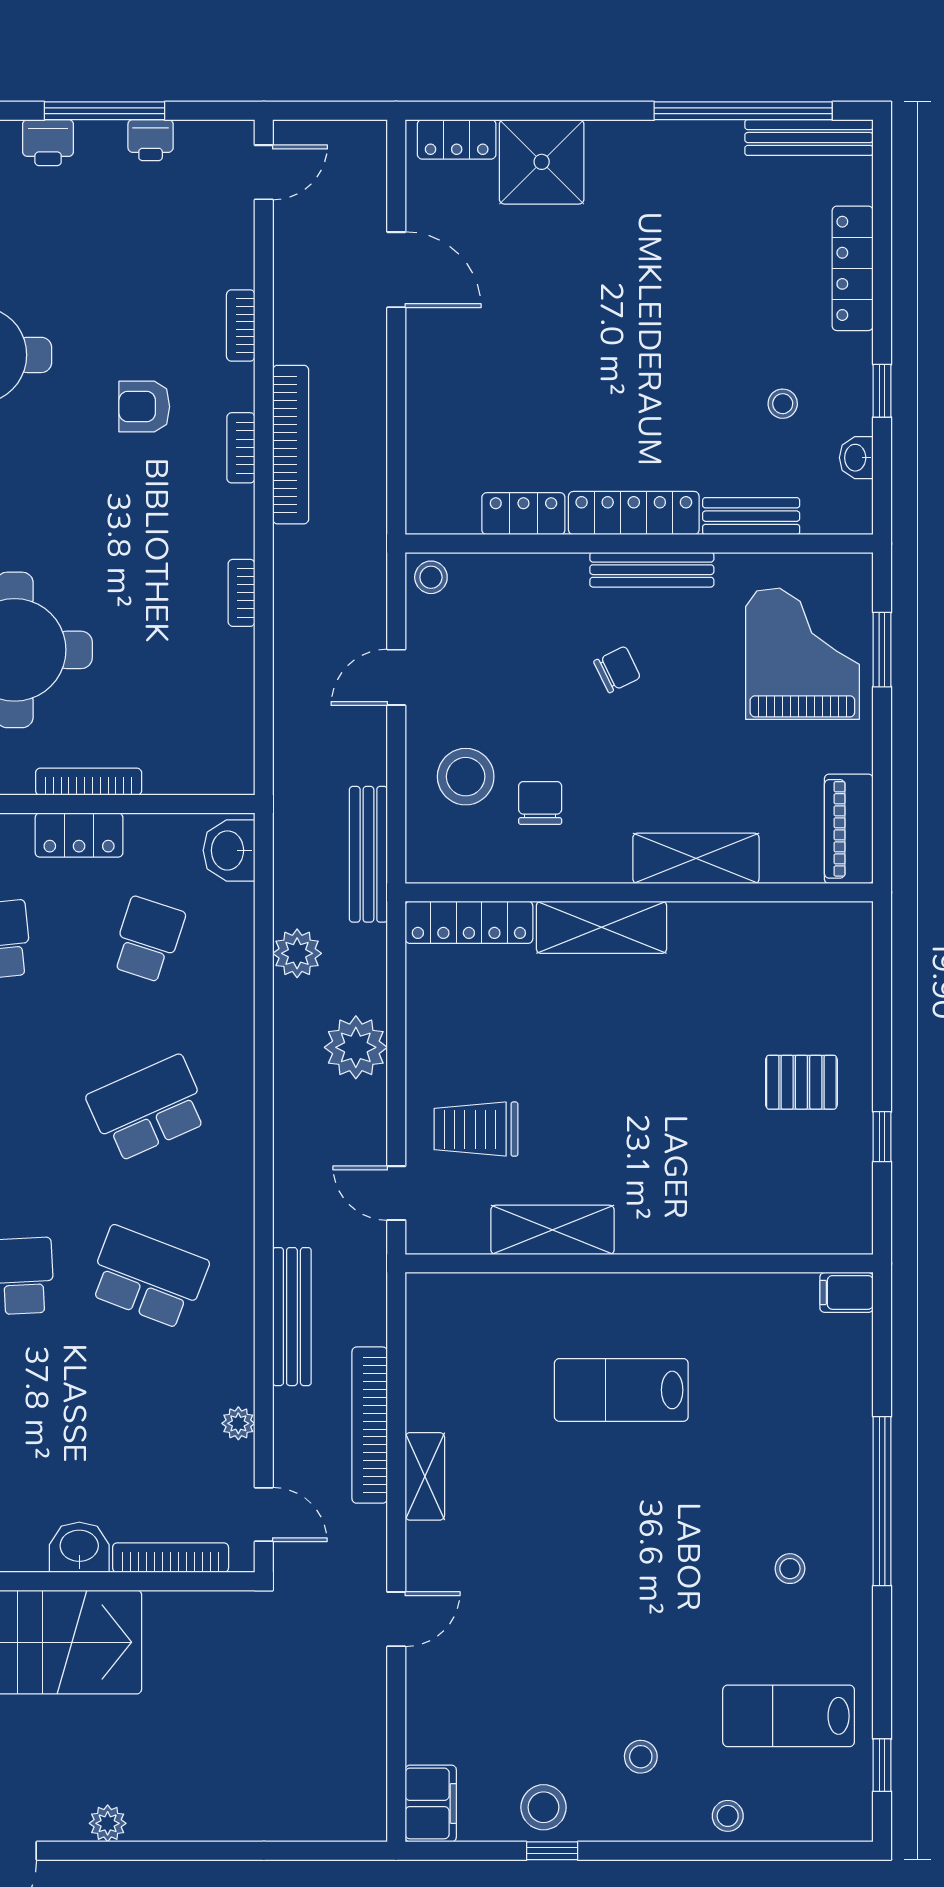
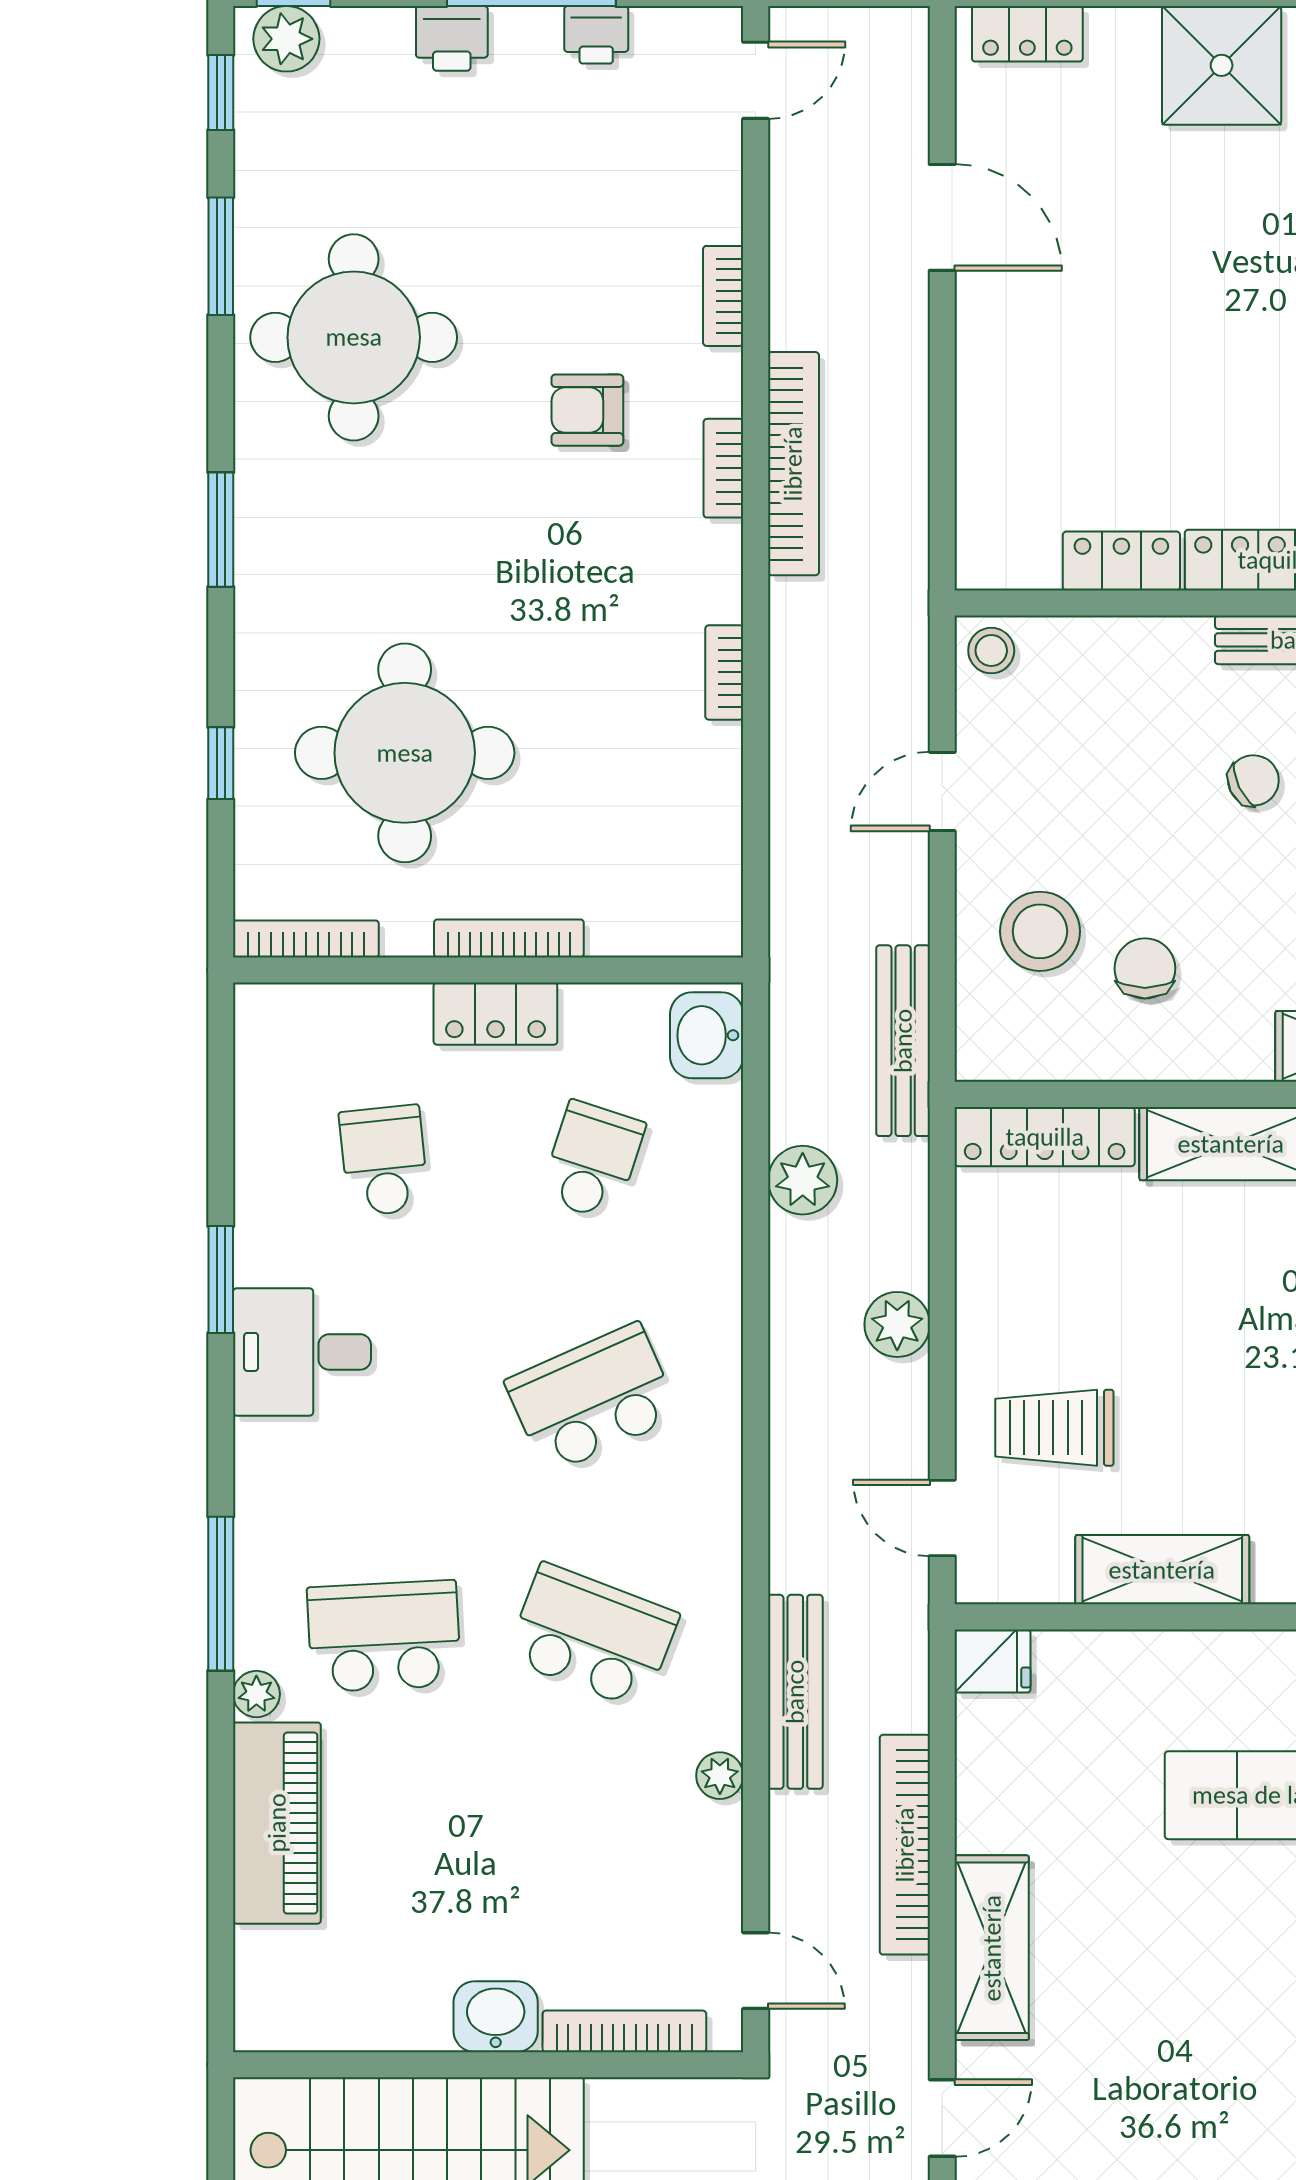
shower: (542, 162) -> (1222, 65), moved
plant: (356, 1047) -> (897, 1324), width x0.73, depth x0.73
fridge: (432, 1295) -> (993, 1661), added
plant: (238, 1423) -> (720, 1776), moved
shelving: (425, 1476) -> (992, 1948), width x1.50, depth x1.33

